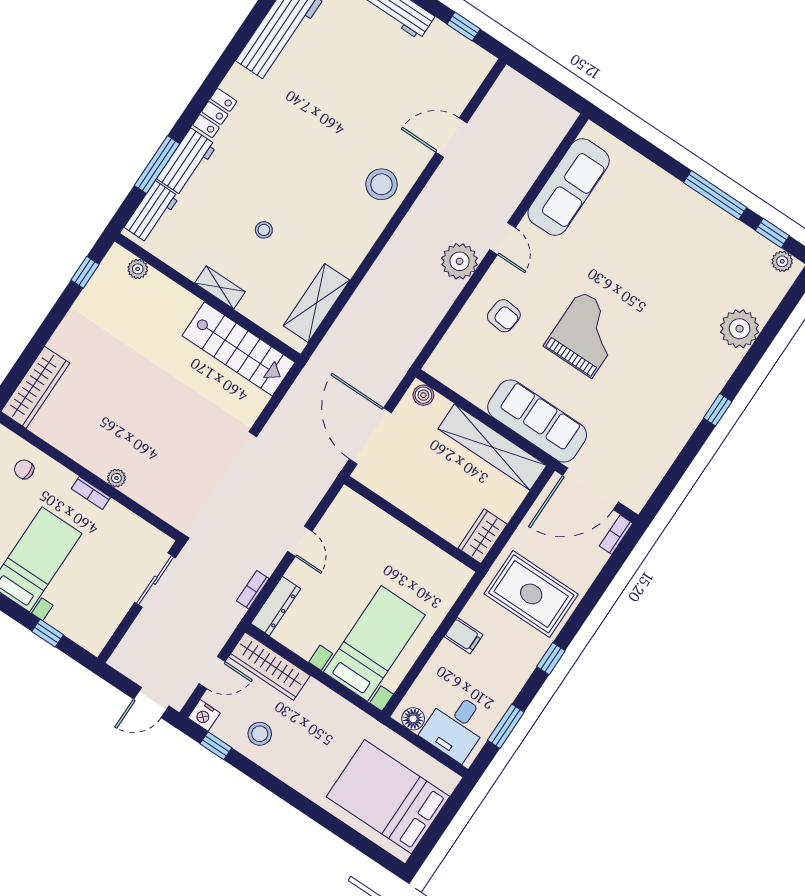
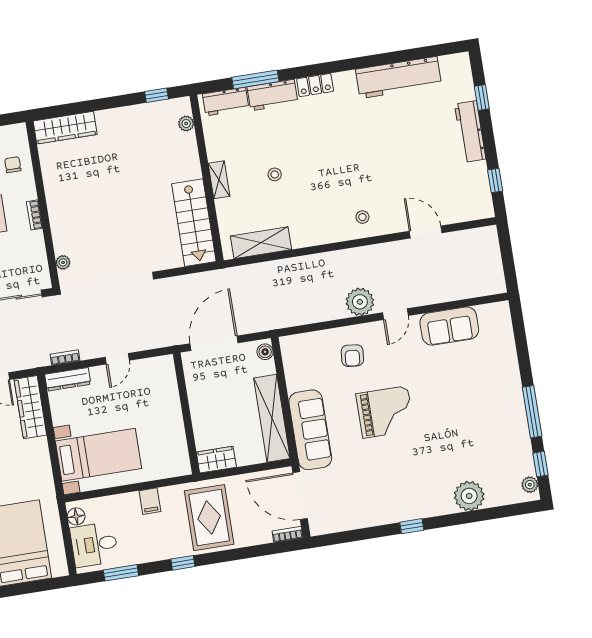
stool: (381, 184) -> (362, 217), width x0.53, depth x0.53
sofa: (569, 187) -> (449, 326), width x0.73
plant: (116, 478) -> (63, 262), moved

